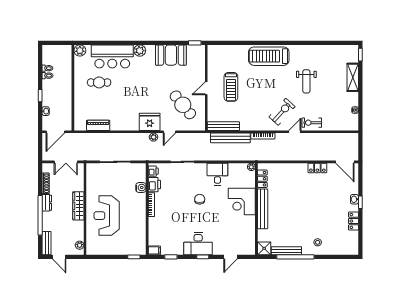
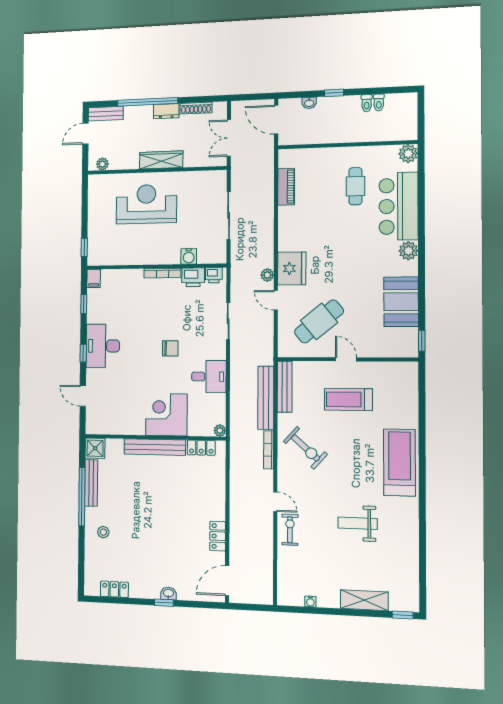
exercise bike: (282, 112) -> (305, 448), moved
locker: (354, 221) -> (114, 589), moved

